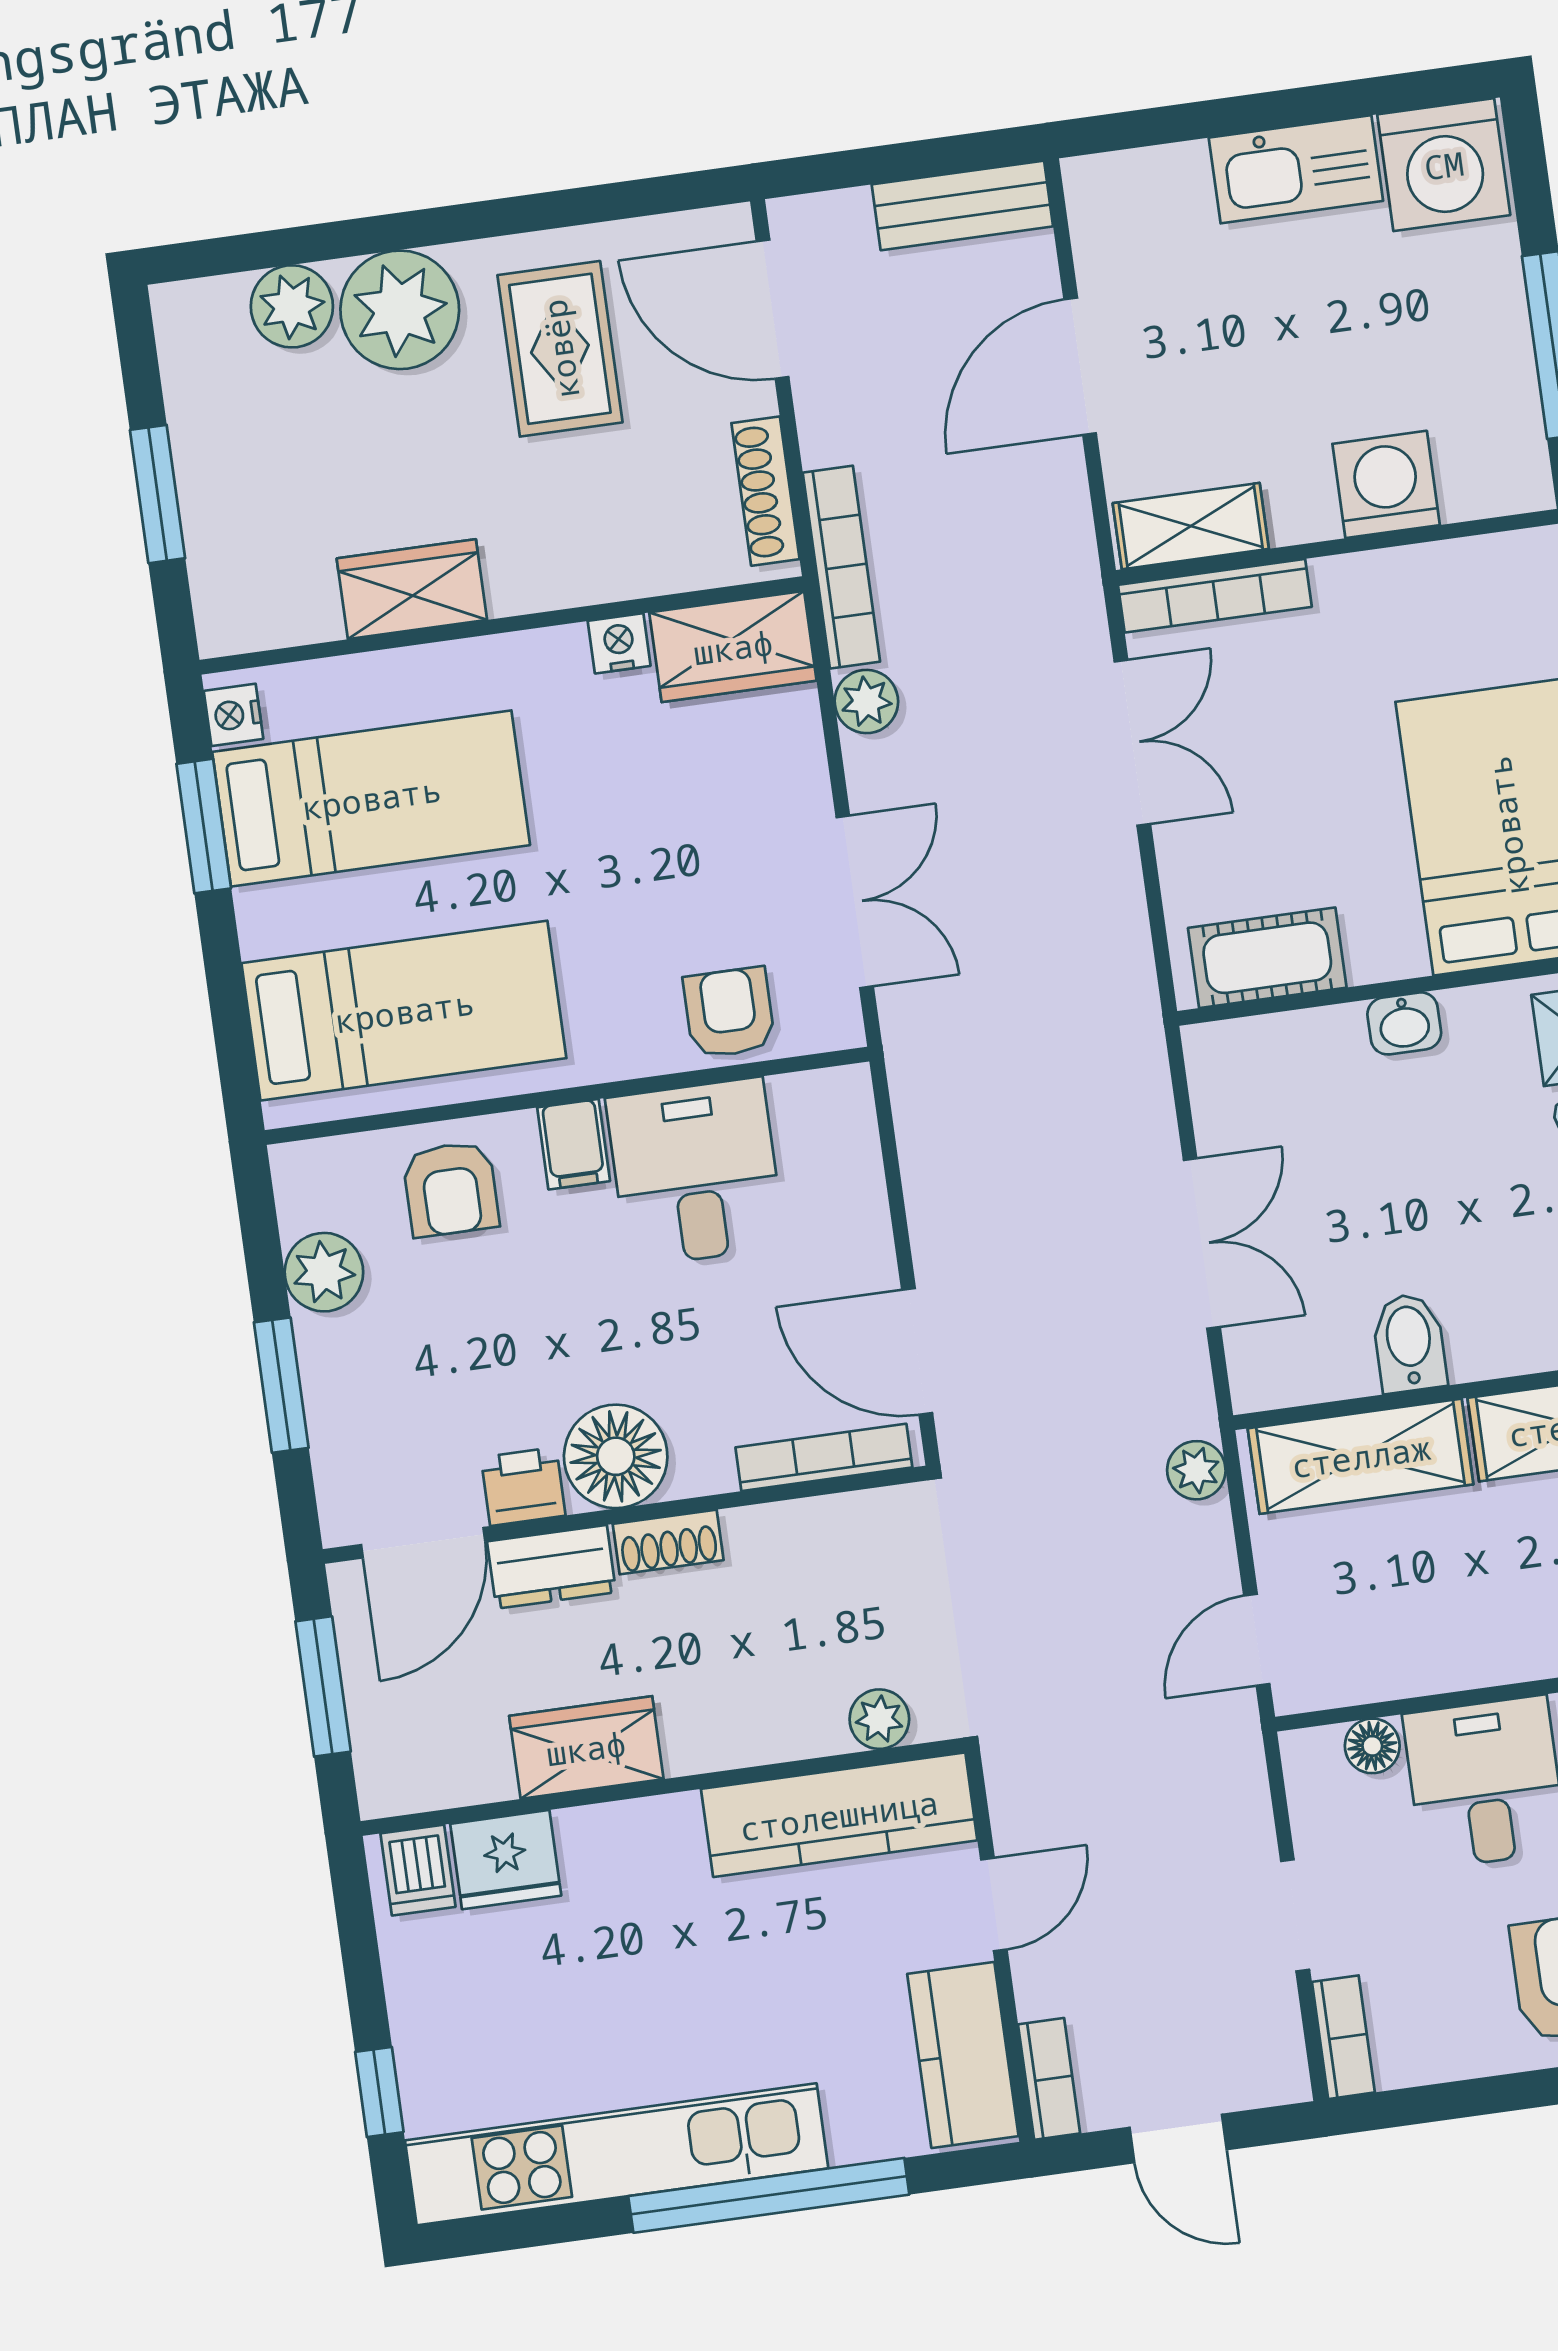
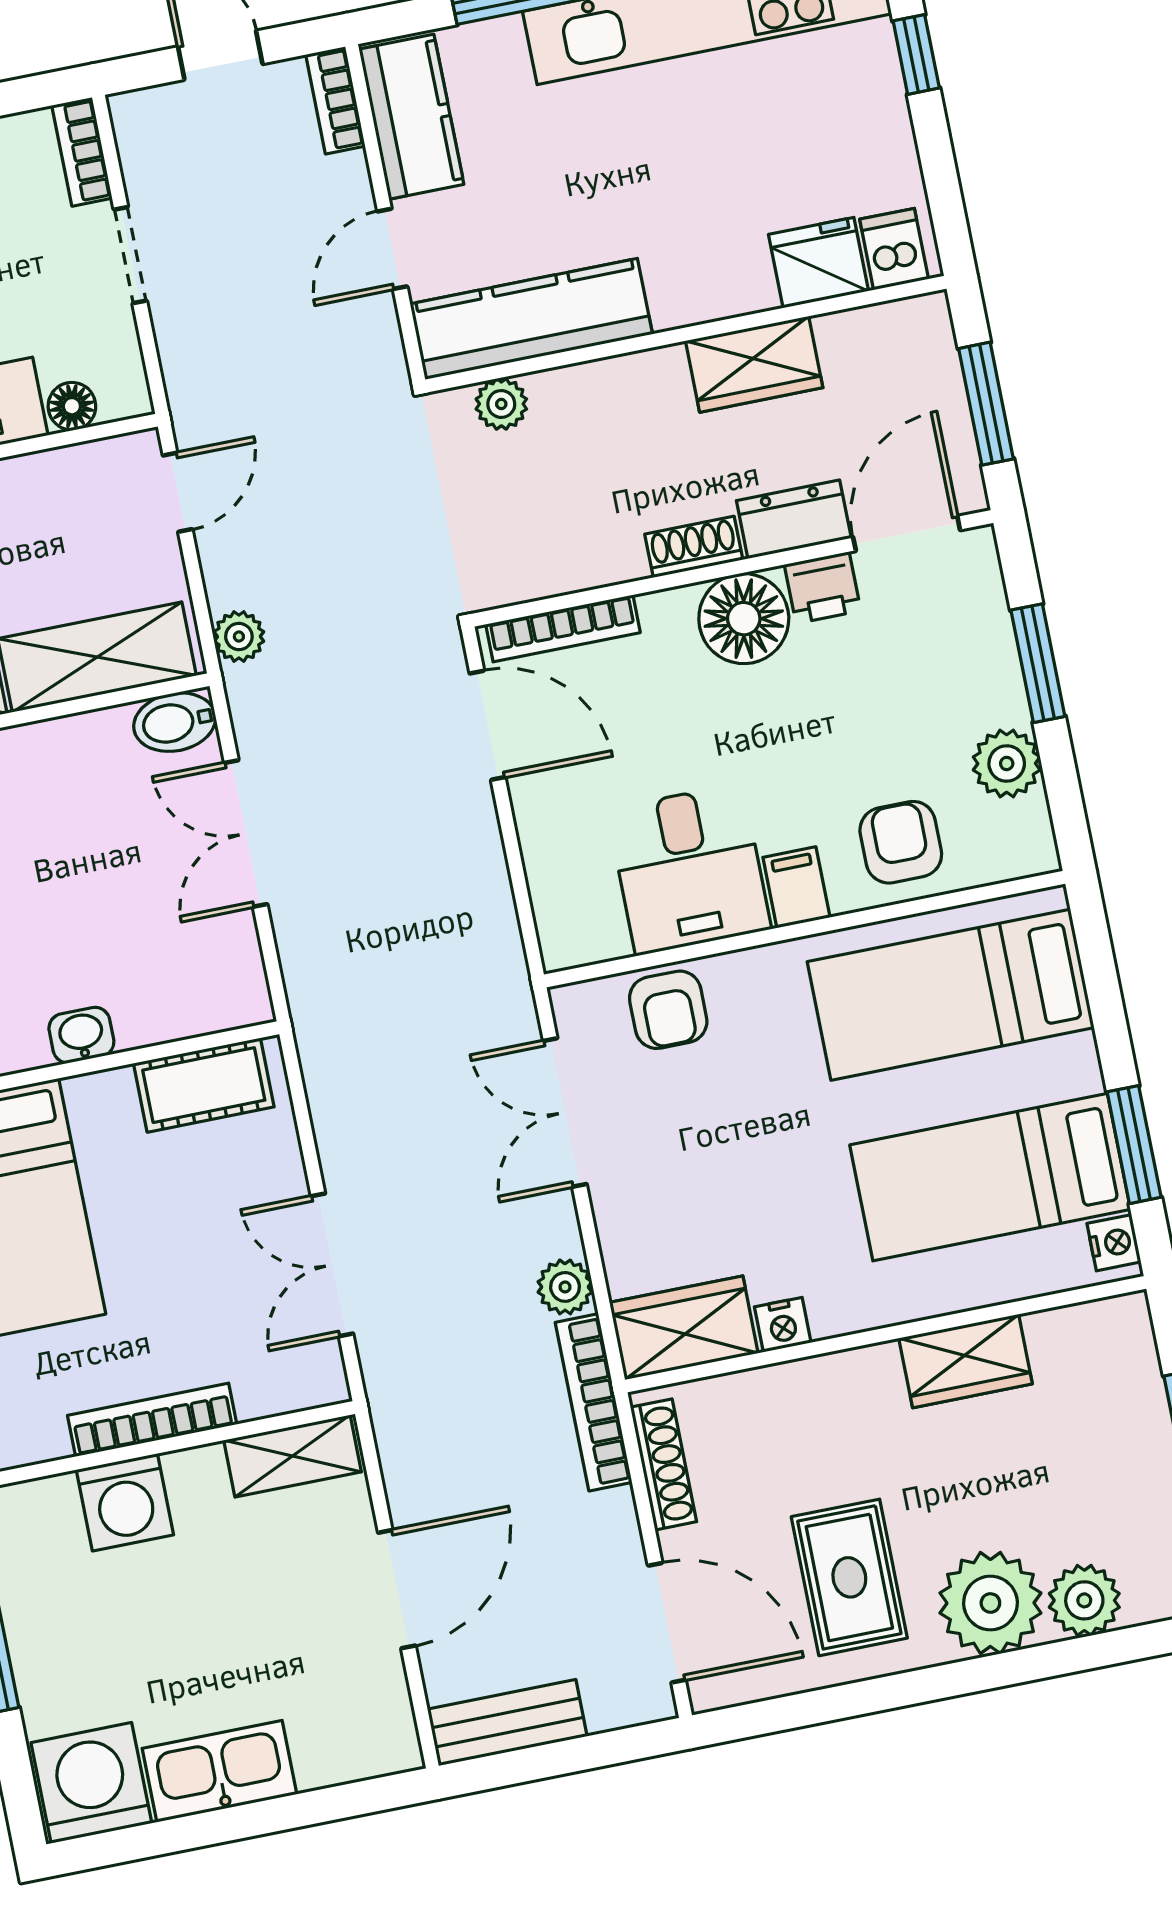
bookcase: (1215, 596) -> (152, 1420), moved
bidet: (1409, 1343) -> (175, 722), moved, turned 90

